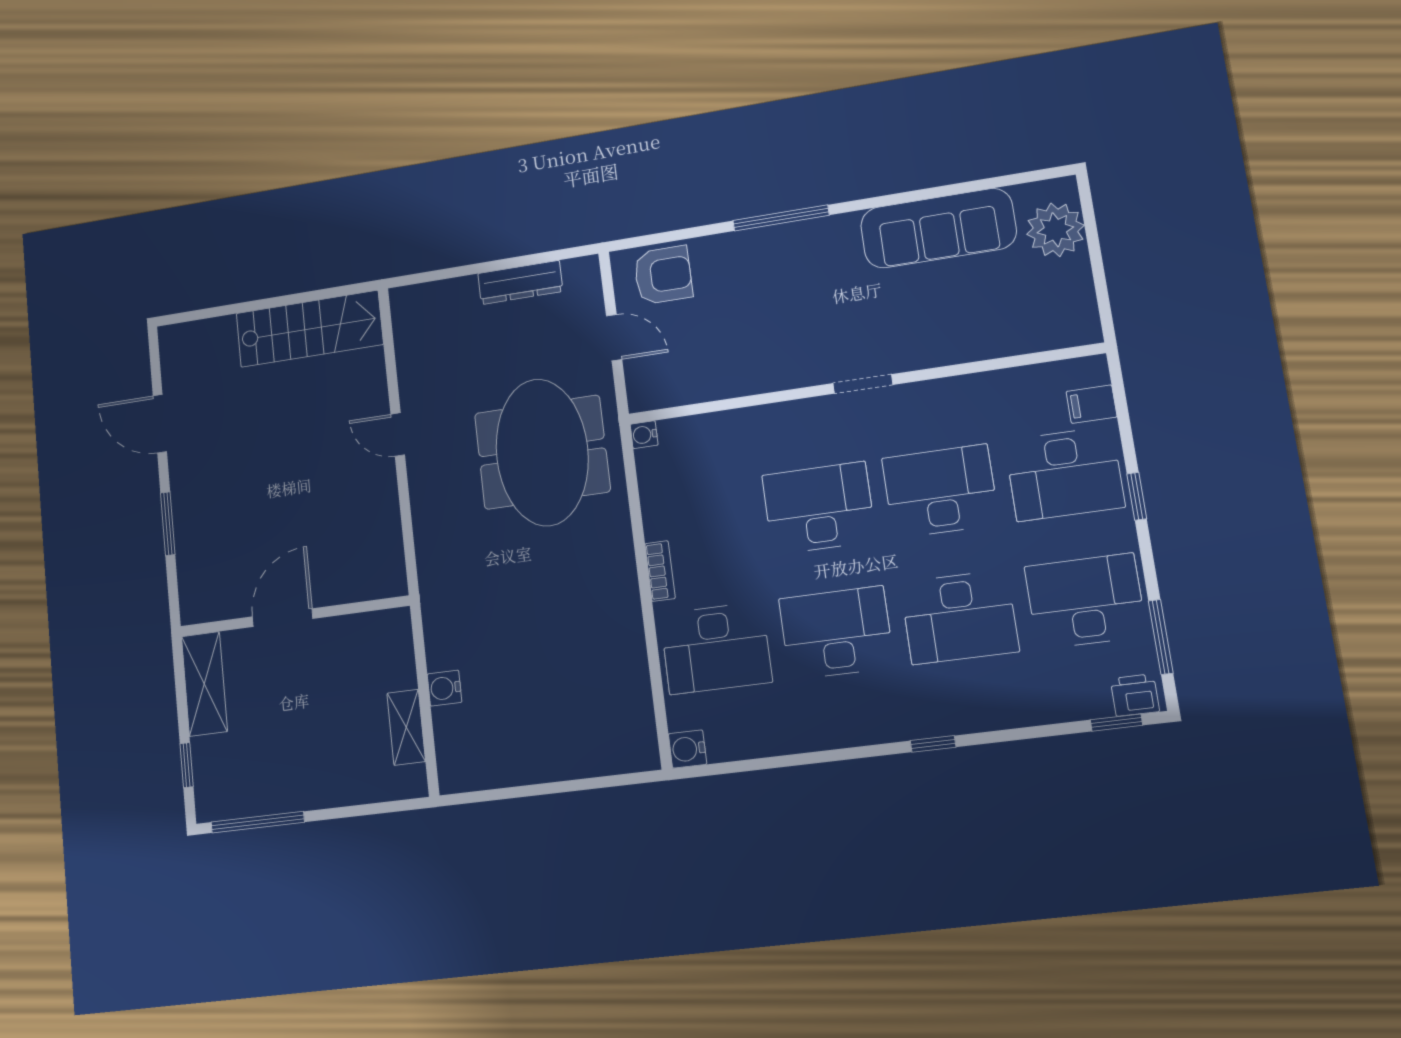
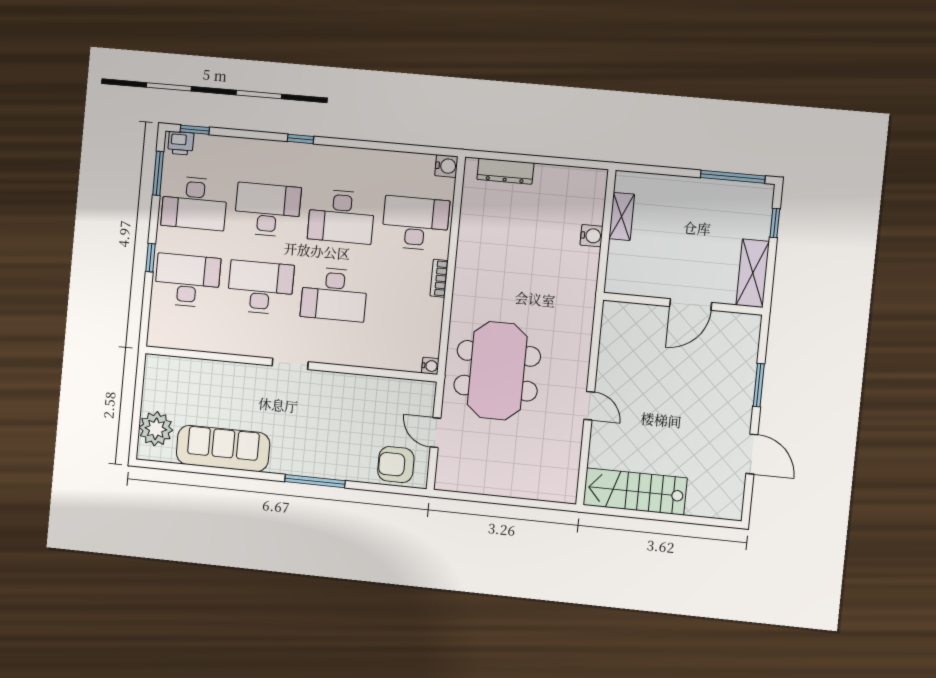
dresser: (520, 282) -> (505, 171), moved, turned 180
filing cabinet: (1092, 404) -> (162, 318), removed
desk: (940, 491) -> (260, 287), turned 180

